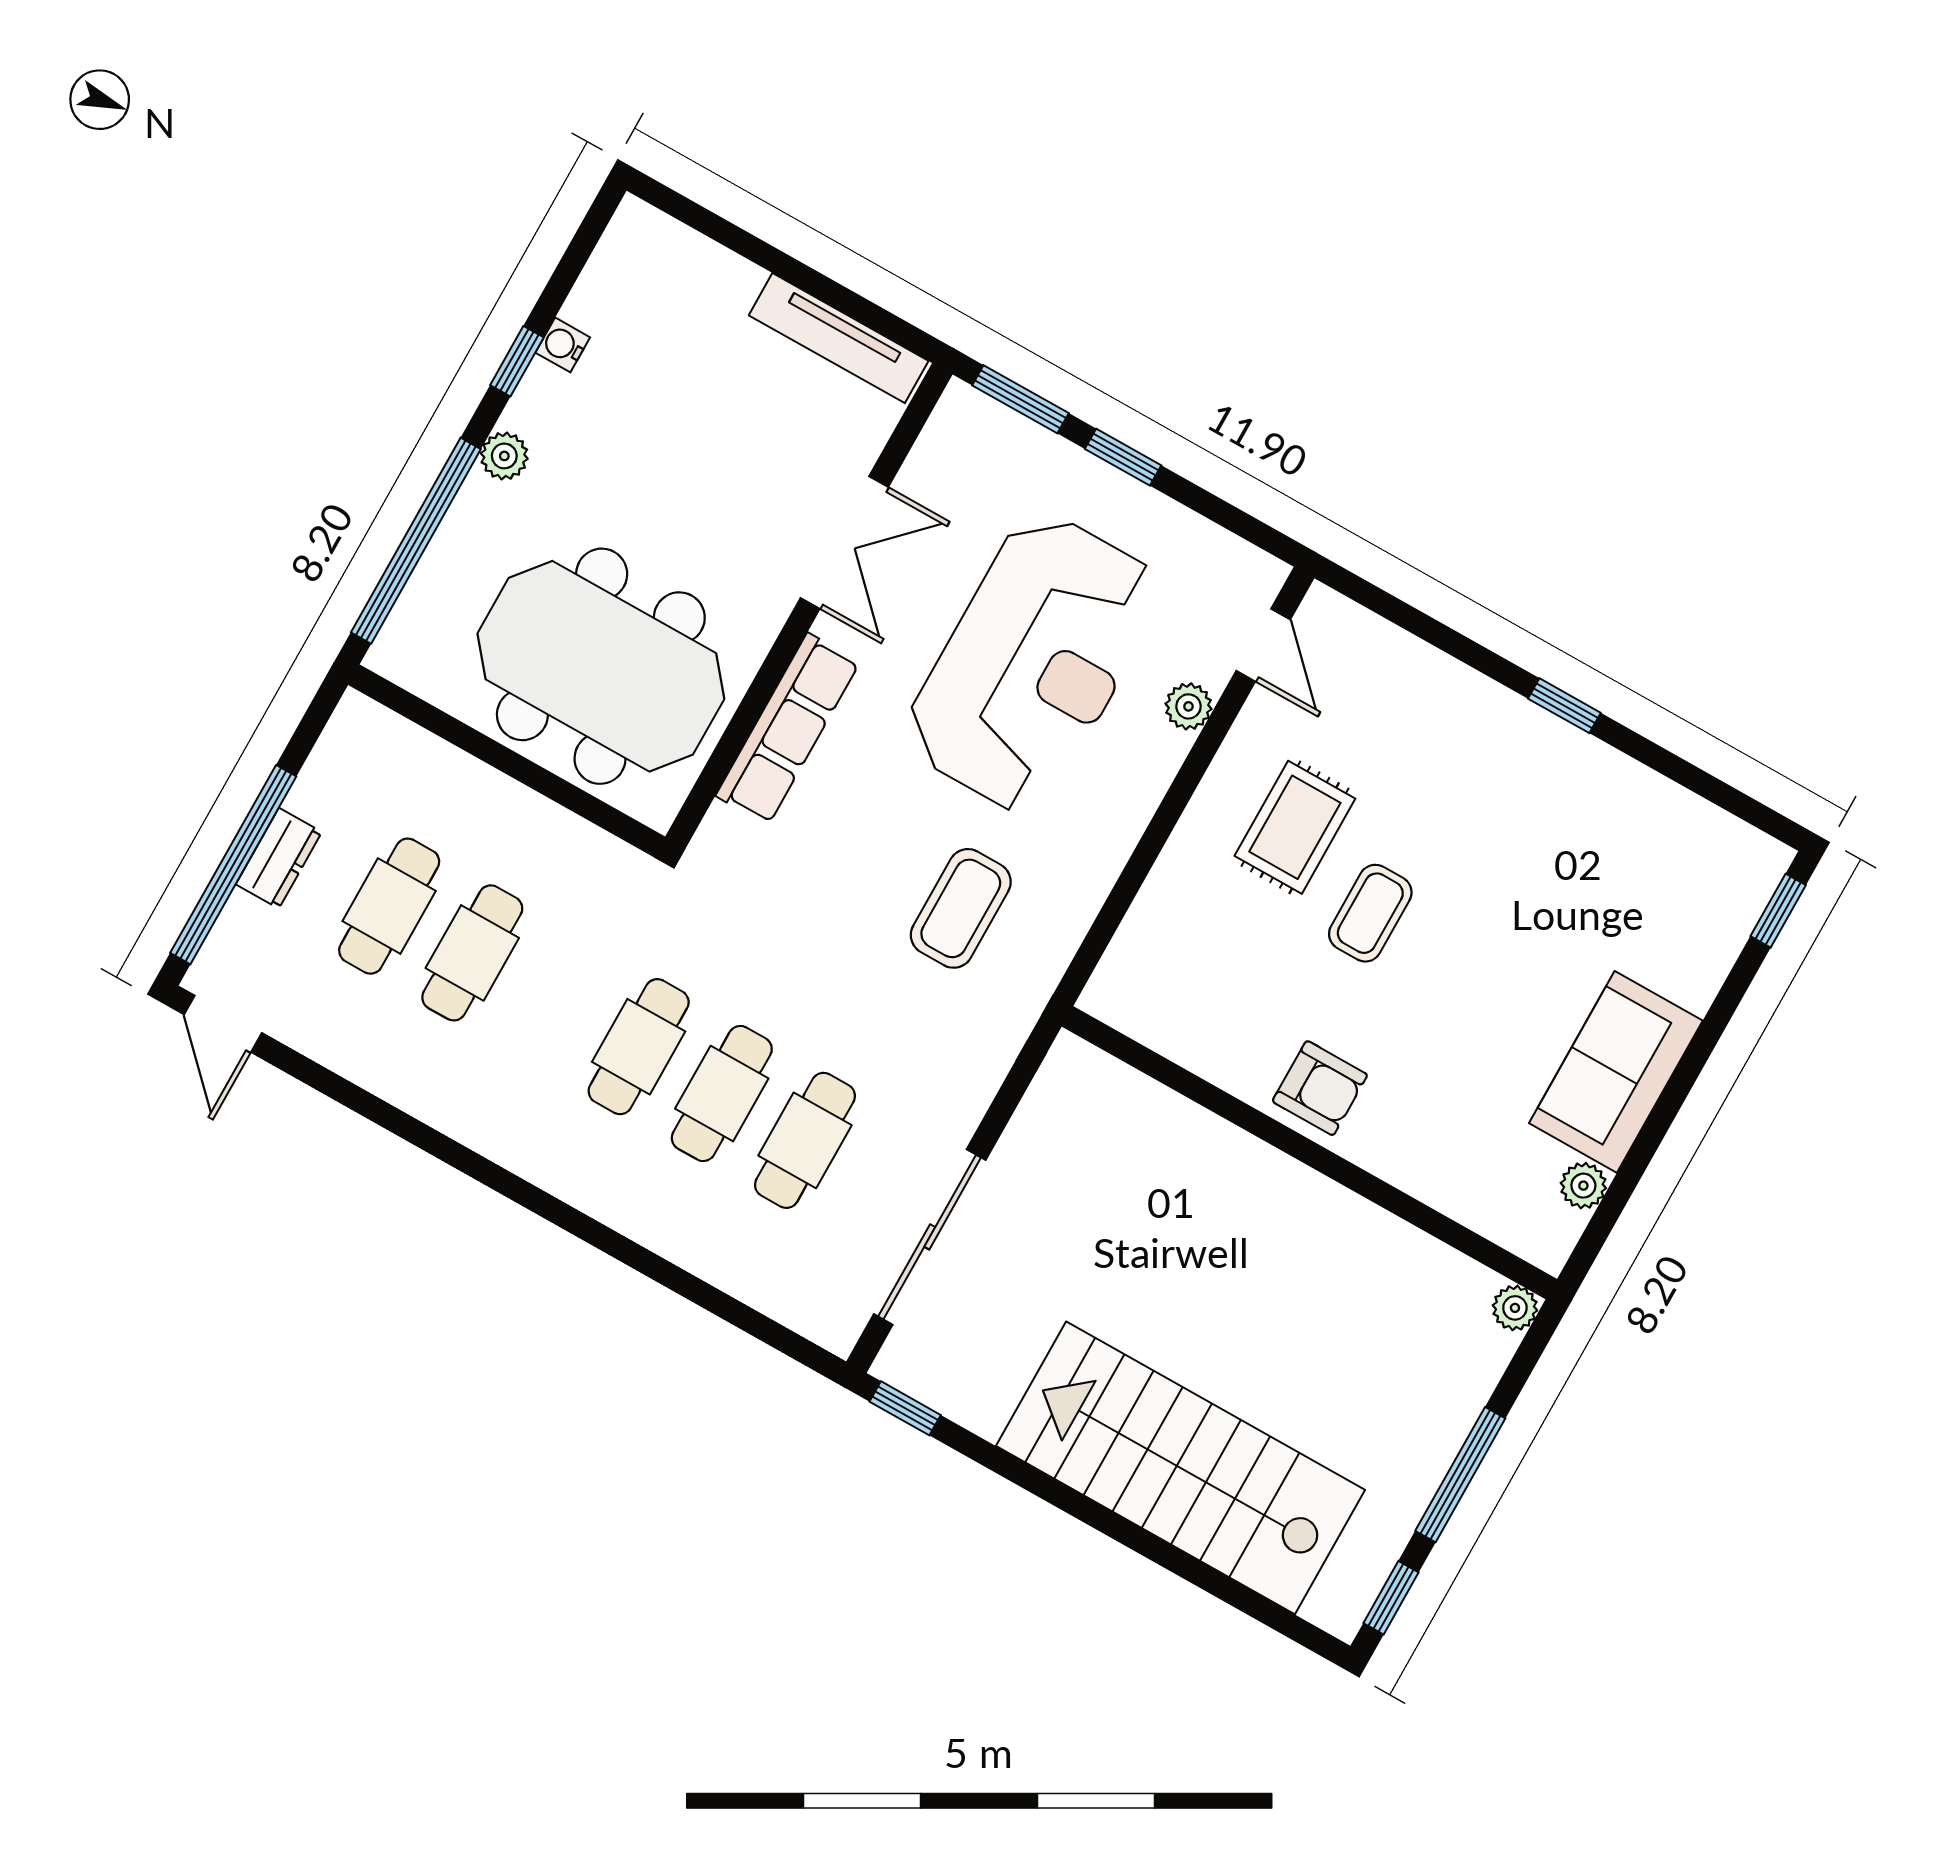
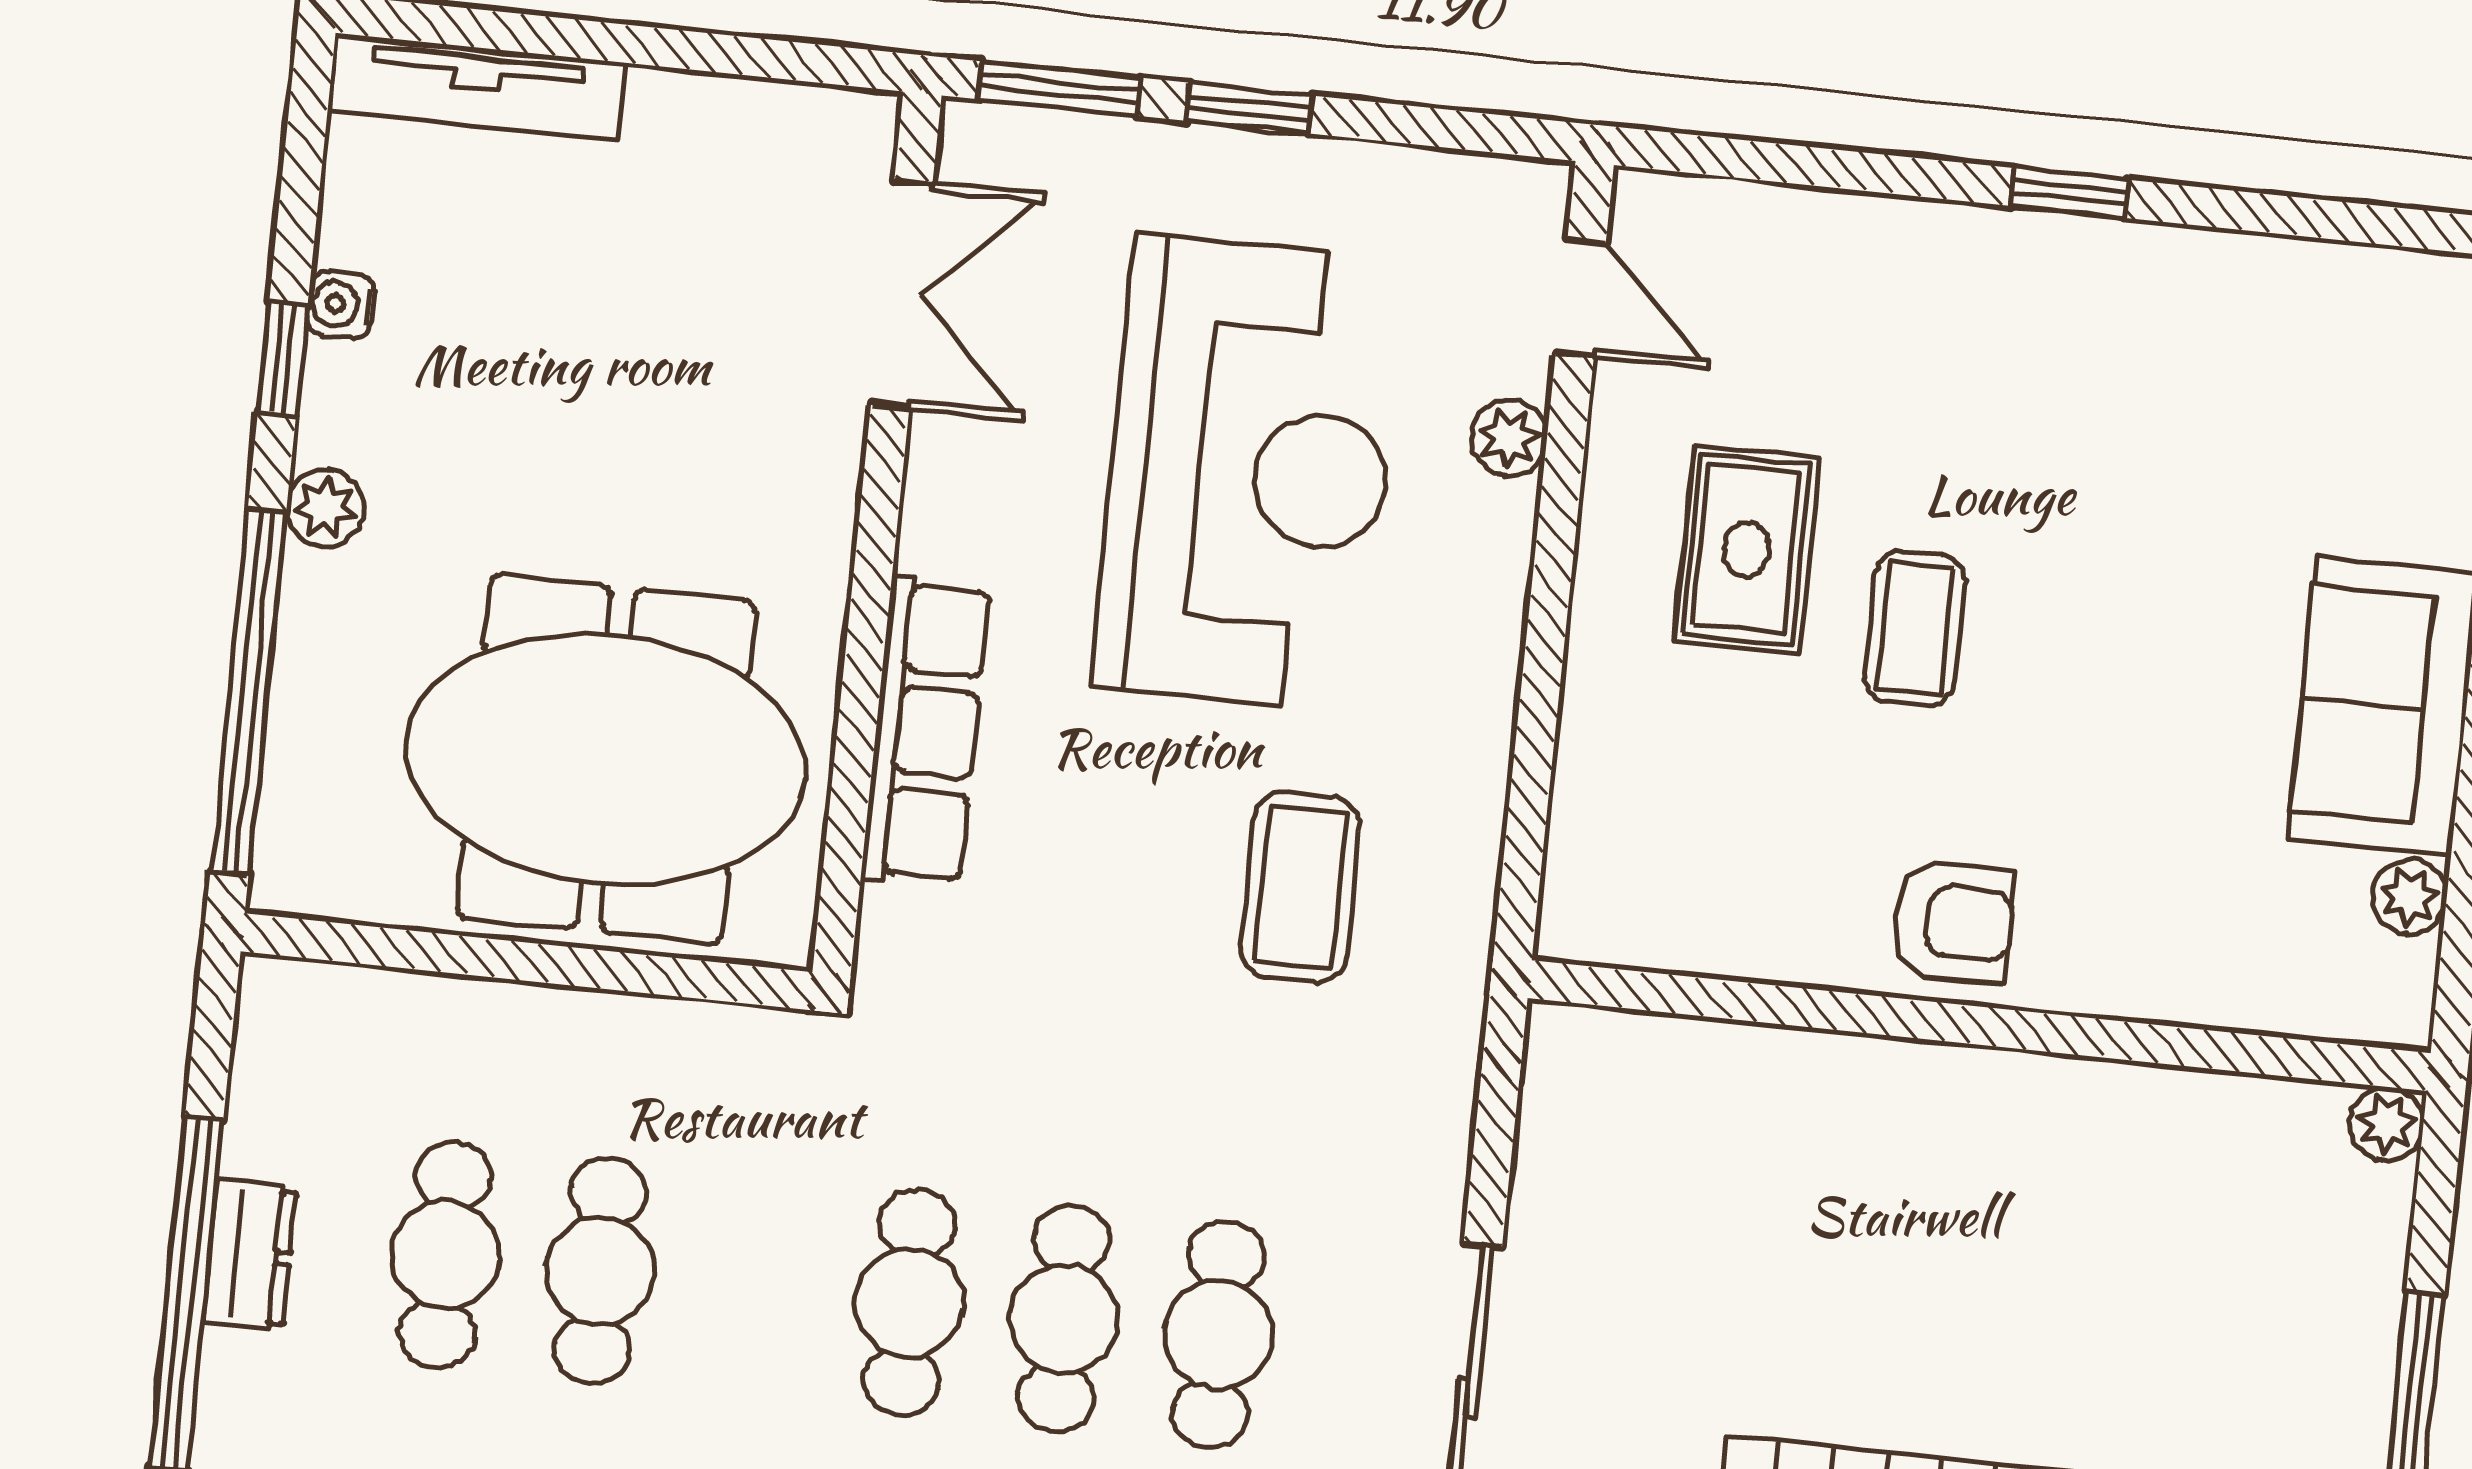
tv unit: (839, 338) -> (476, 87), moved
double door: (844, 543) -> (902, 294), moved

